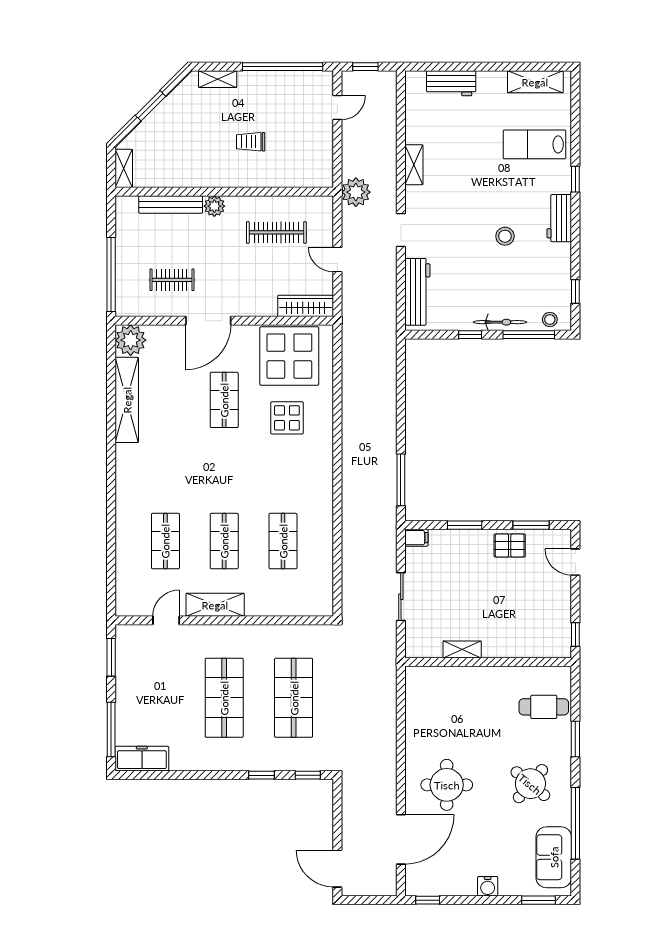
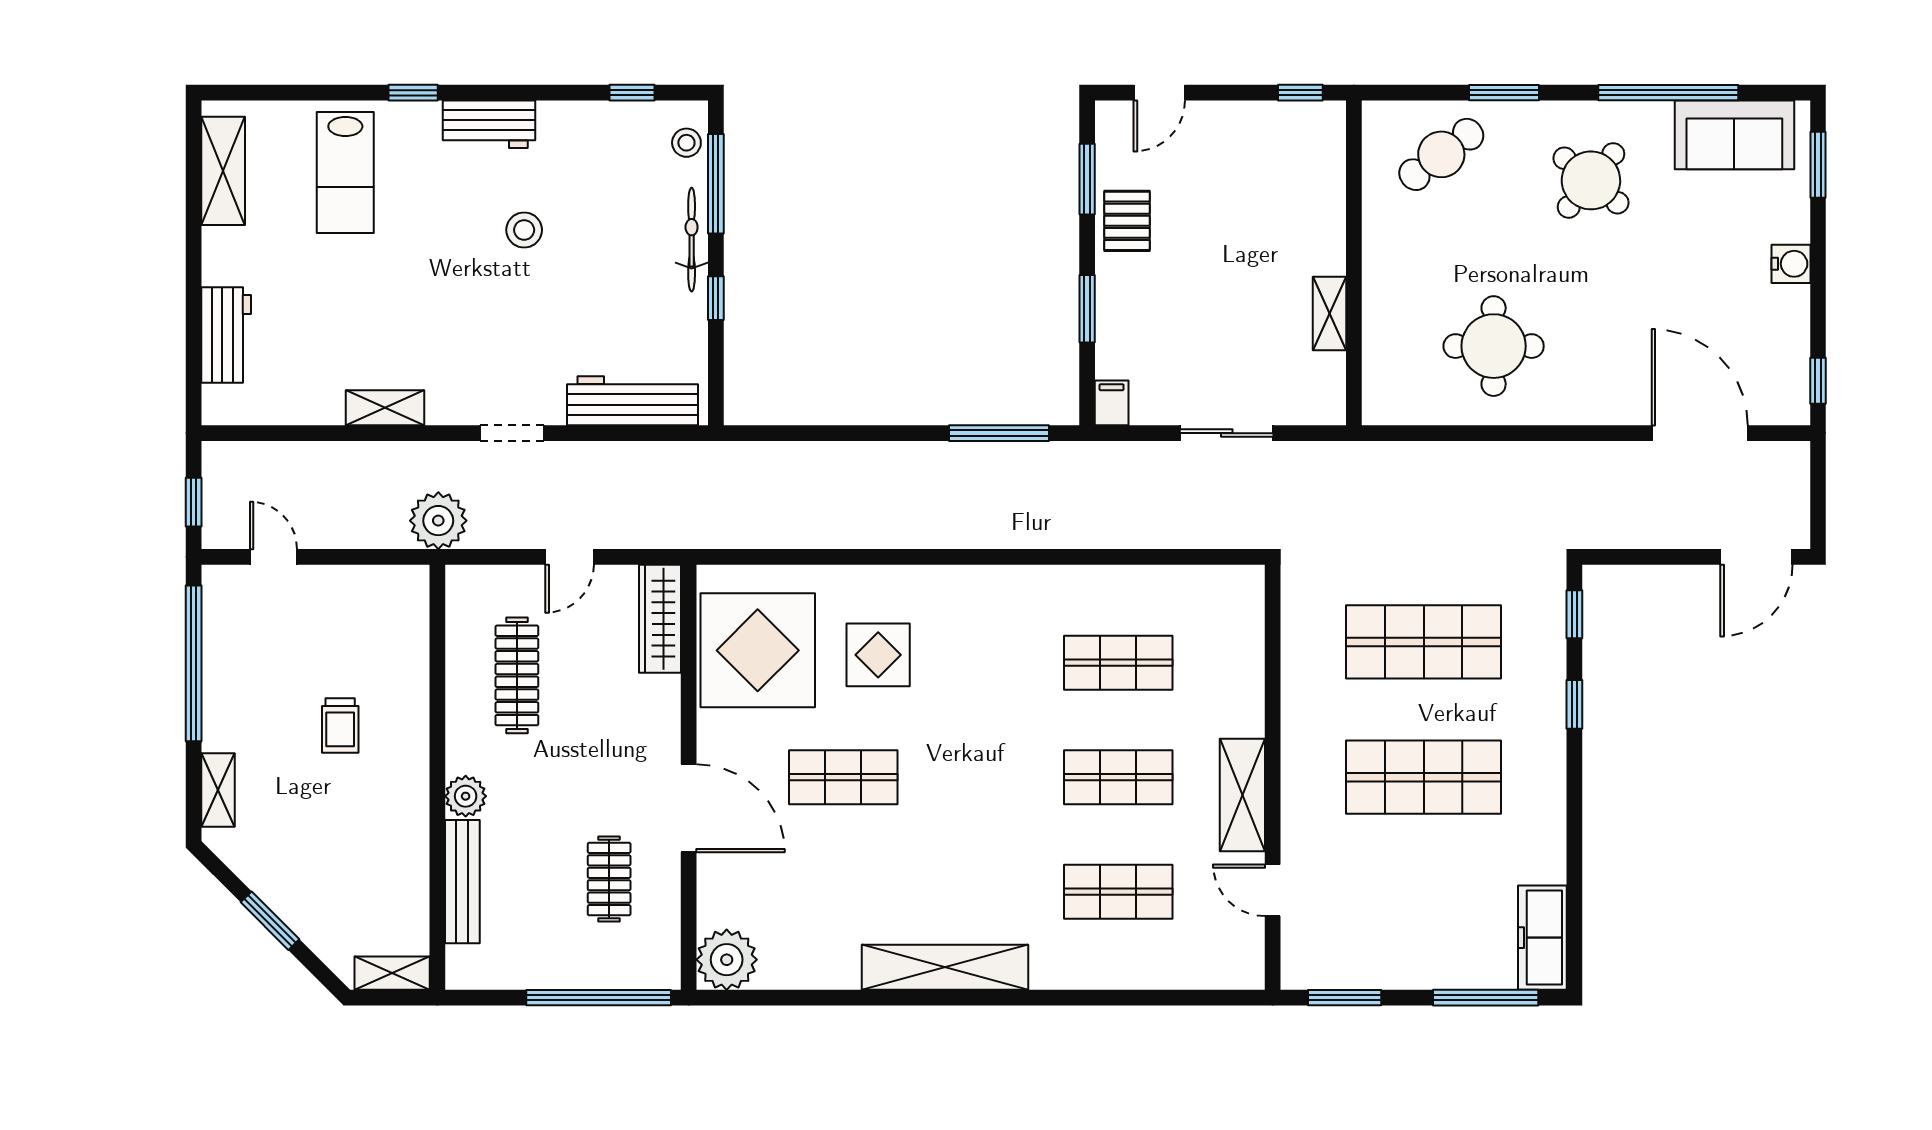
shelving: (127, 400) -> (945, 967), moved
cafe table: (544, 707) -> (1441, 154), turned 53
round table: (447, 785) -> (1494, 346), moved

